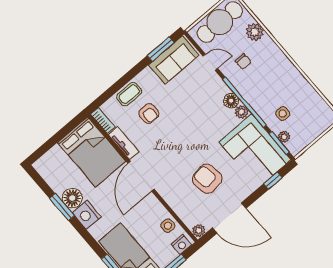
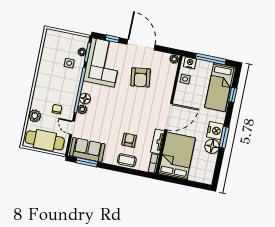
plant: (242, 112) -> (82, 109), moved
window: (62, 207) -> (224, 137), moved
door: (229, 218) -> (141, 45), moved

